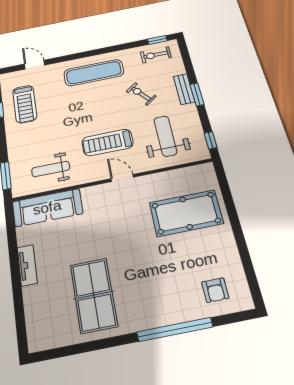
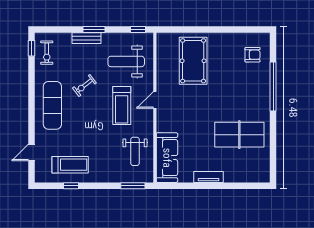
exercise bike: (141, 94) -> (84, 85), moved

